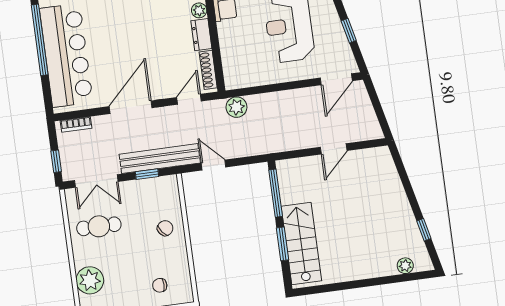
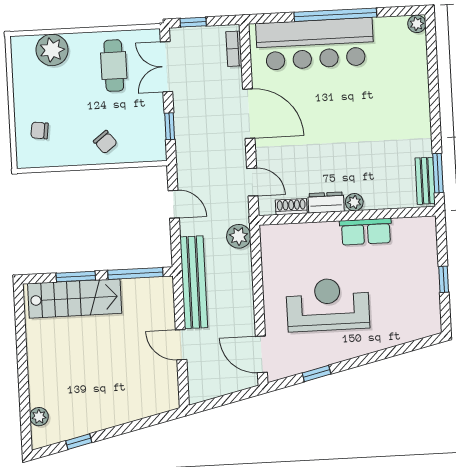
shoe rack: (208, 70) -> (291, 207), width x0.70
bench: (160, 159) -> (194, 282), moved
door: (214, 165) -> (174, 204), hinge flipped
chair: (160, 285) -> (40, 130), turned -83

